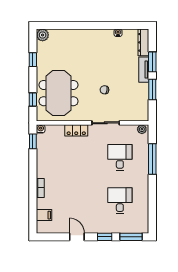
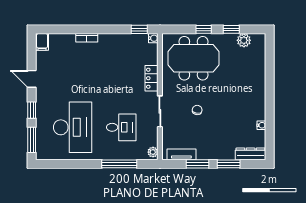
plant: (43, 35) -> (244, 40), moved
tv unit: (144, 70) -> (181, 154), moved
window: (33, 99) -> (204, 29), moved
desk: (120, 201) -> (73, 127), width x1.87, depth x1.30
filing cabinet: (44, 215) -> (42, 42), moved
door: (77, 237) -> (32, 79), swing flipped

